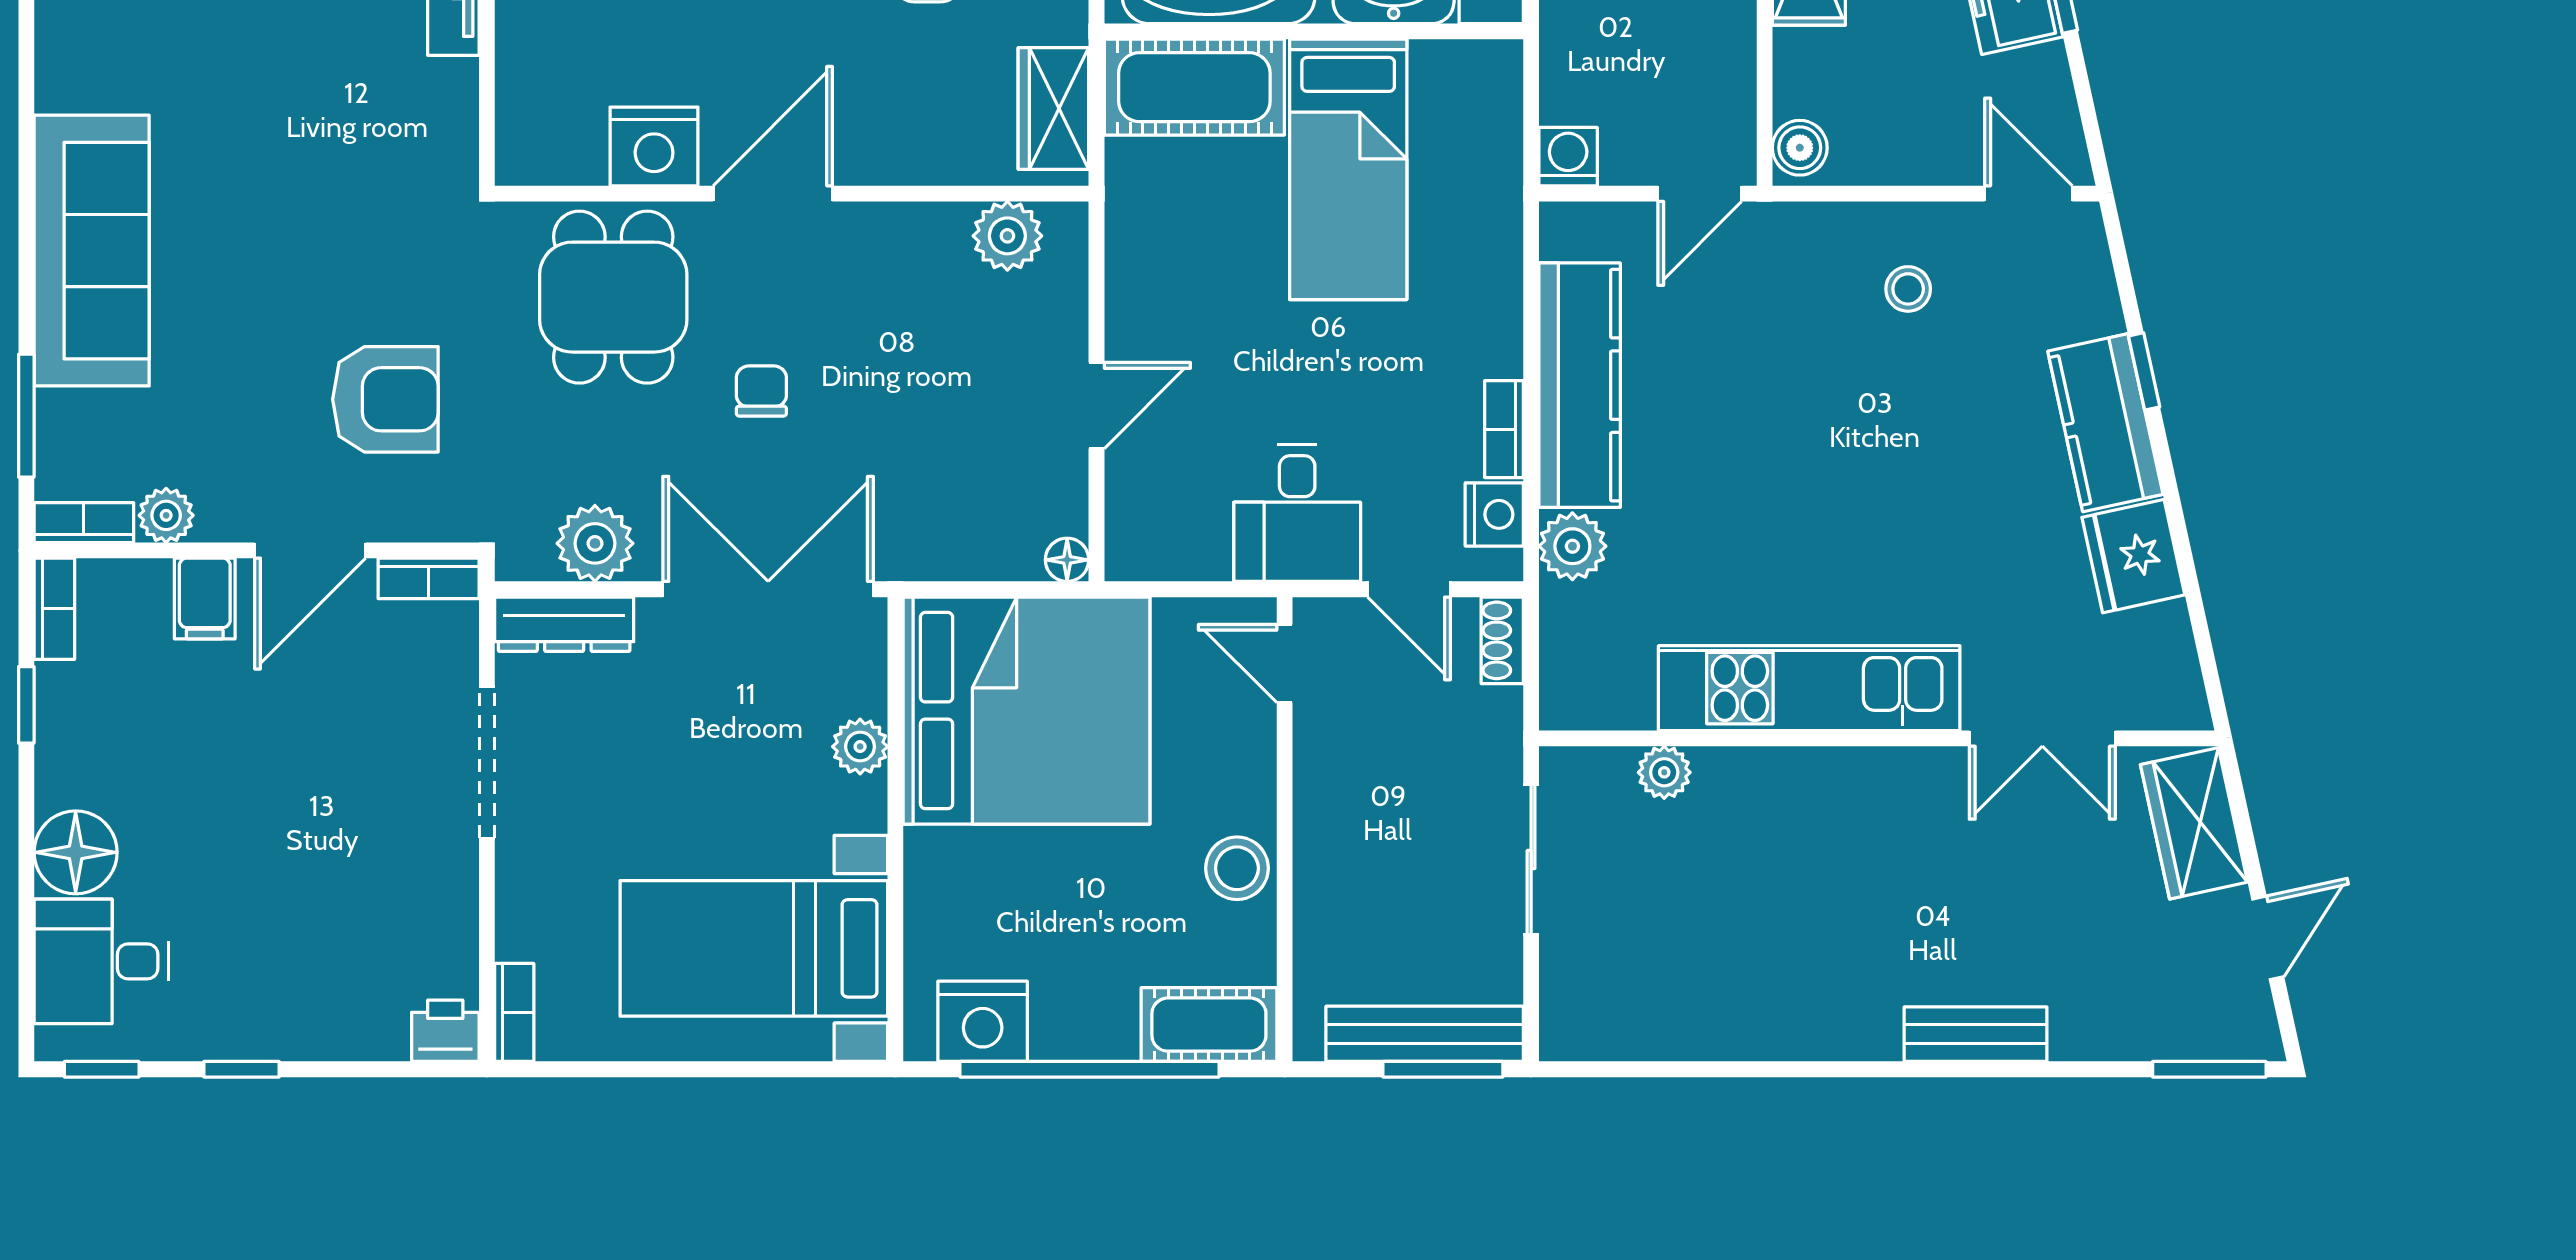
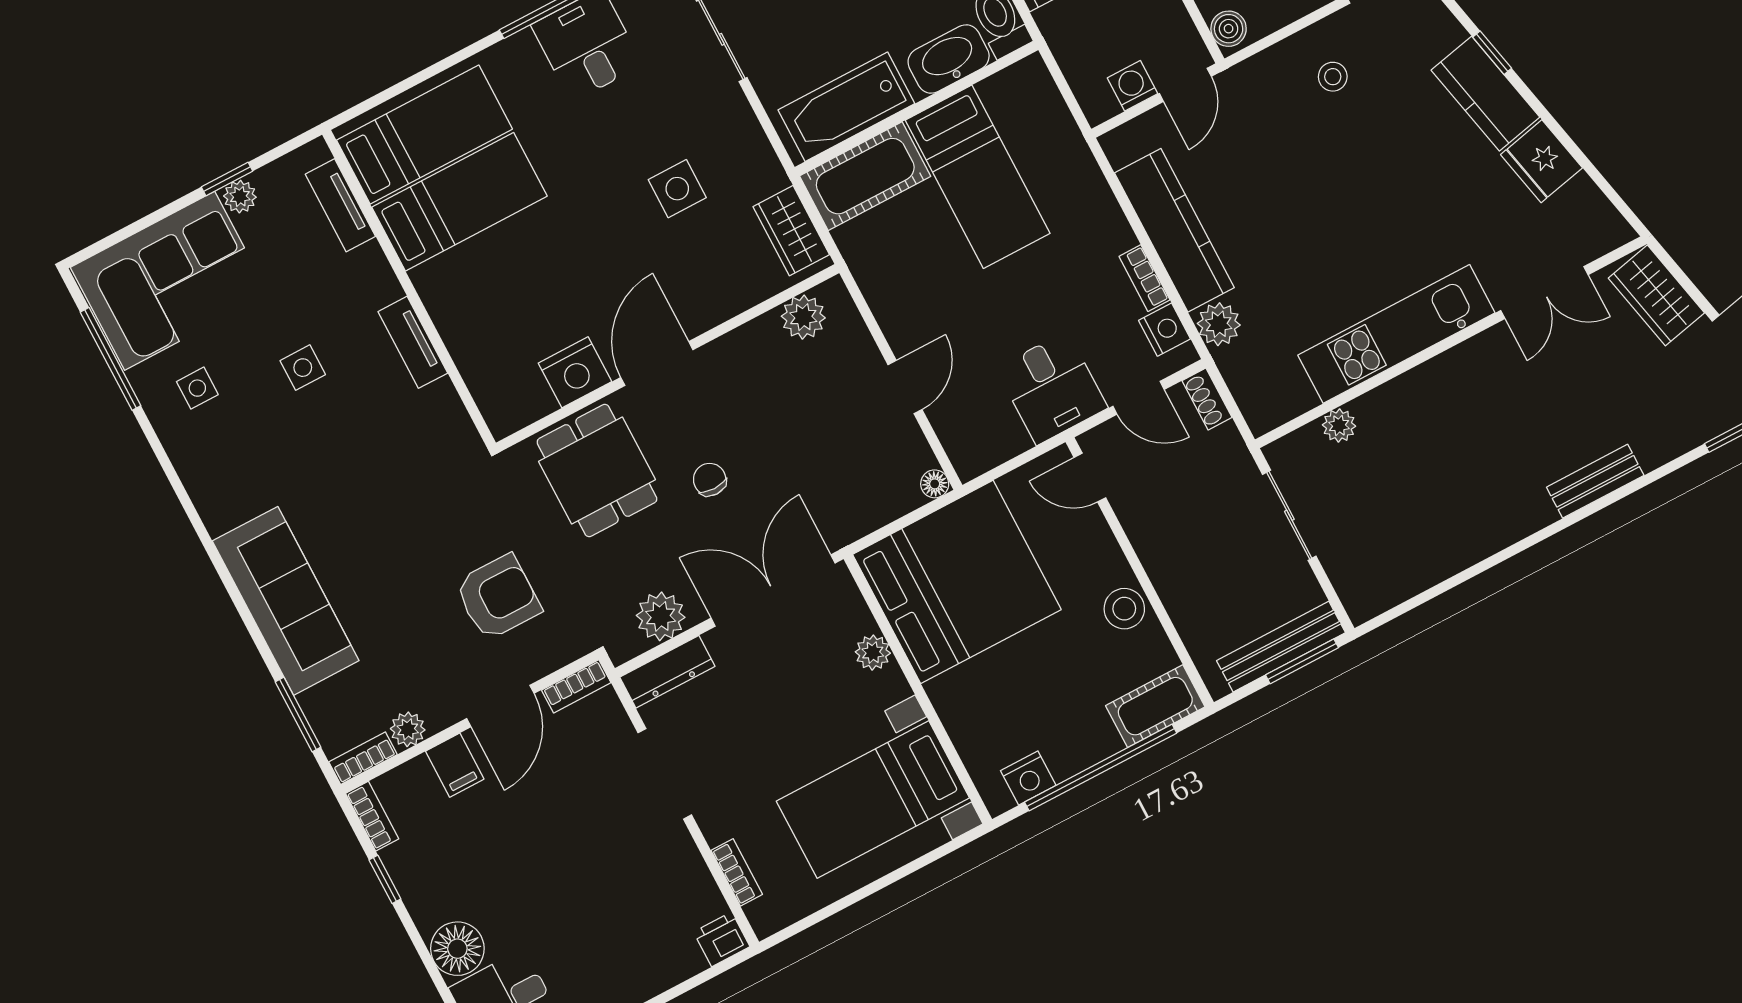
washing machine: (1568, 157) -> (1132, 86), moved
bookcase: (514, 1012) -> (737, 872), moved
nightstand: (983, 1021) -> (1028, 778), width x0.74, depth x0.75

